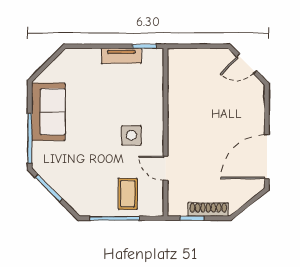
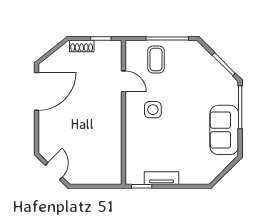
door: (247, 64) -> (54, 171), hinge flipped
shoe rack: (208, 209) -> (82, 46), width x0.70

